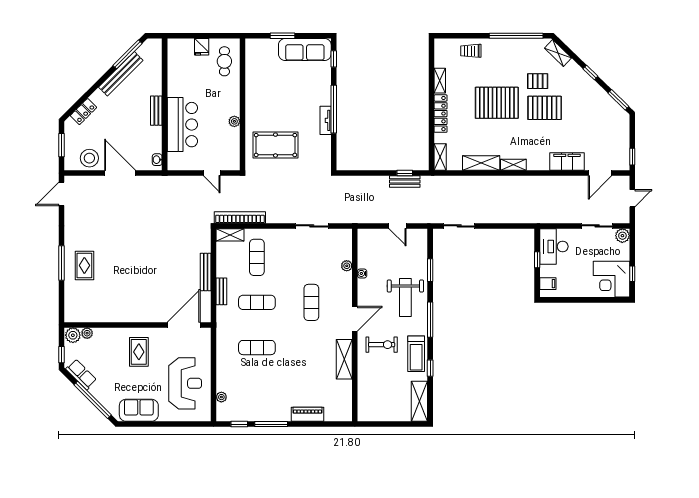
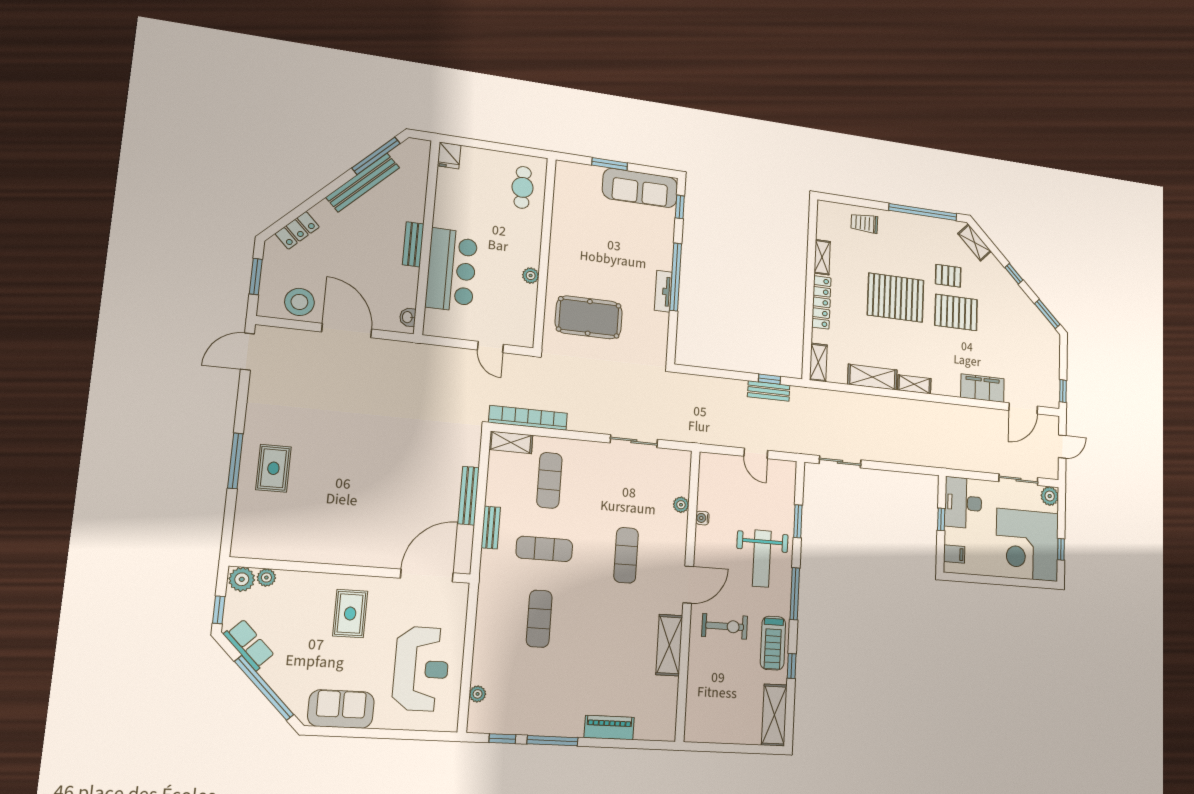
fridge: (202, 47) -> (449, 155), moved
corner desk: (612, 279) -> (1027, 545), width x1.36, depth x1.36
exercise mat: (257, 348) -> (539, 619), turned 90

